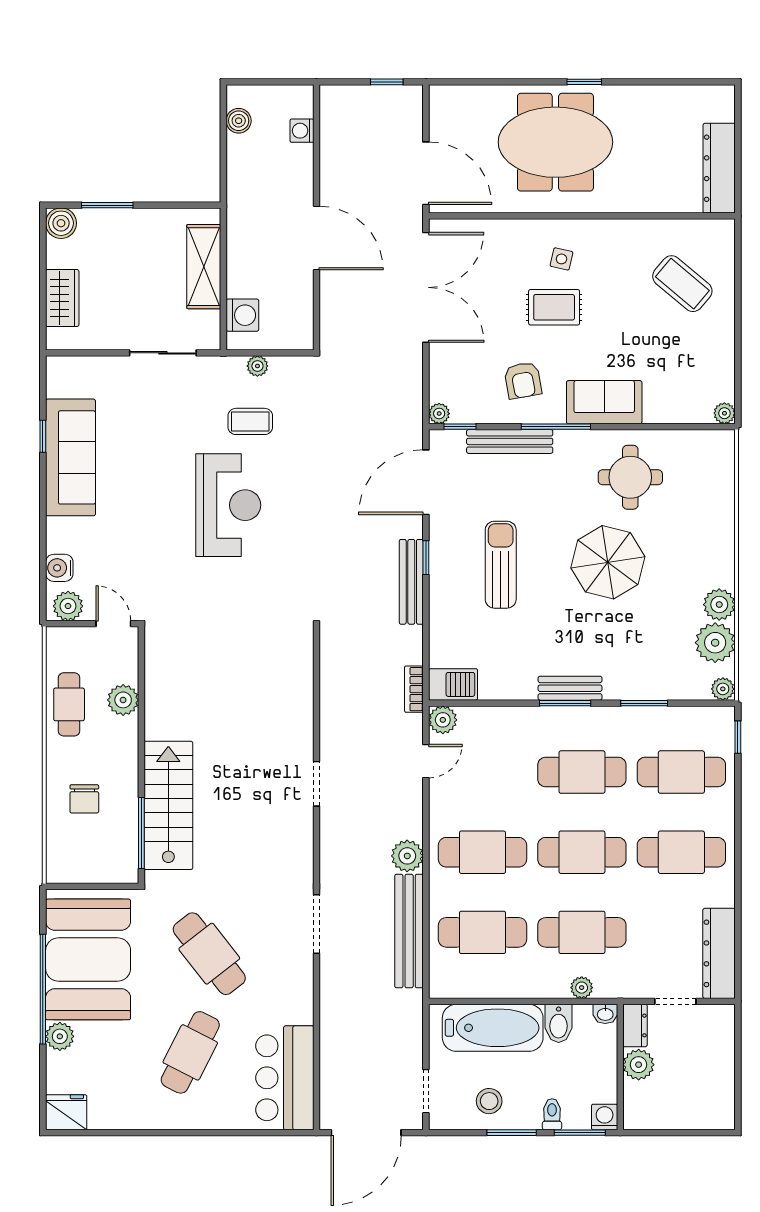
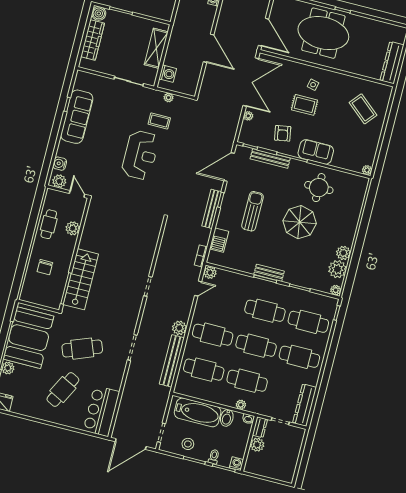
wardrobe: (62, 298) -> (93, 40), width x1.50
plant: (439, 414) -> (248, 116), moved
barbecue: (453, 684) -> (219, 240), moved, turned 90
cafe table: (209, 954) -> (82, 349), turned -73

